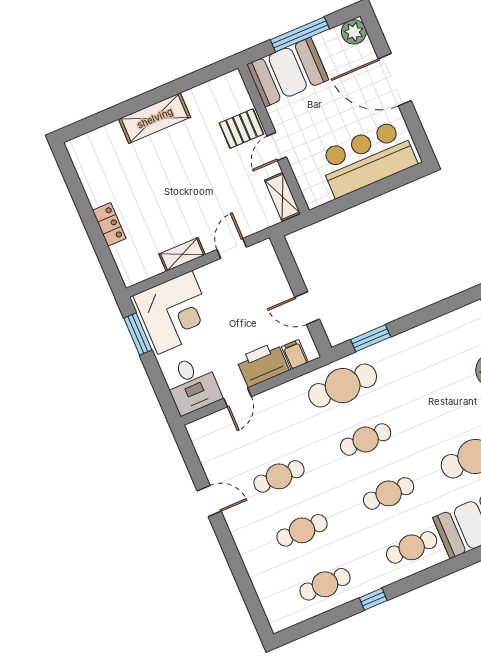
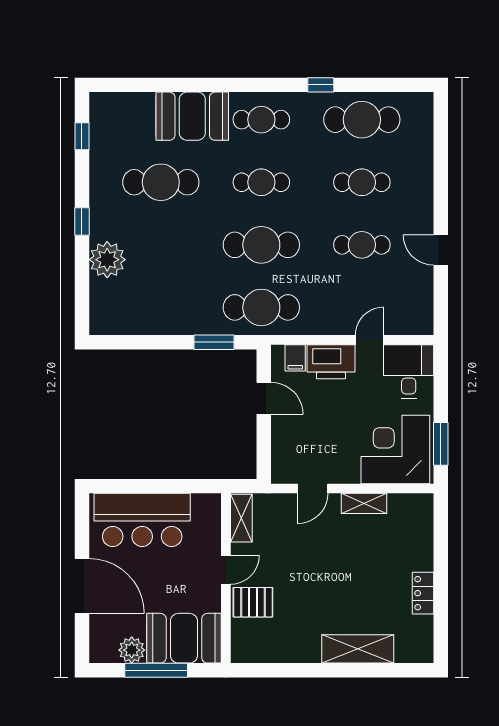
plant: (354, 32) -> (132, 650), moved
shelving: (155, 118) -> (358, 649), moved
locker: (109, 224) -> (423, 593), moved
cafe table: (366, 439) -> (261, 245), width x1.37, depth x1.35
cafe table: (325, 584) -> (362, 120), width x1.37, depth x1.35

